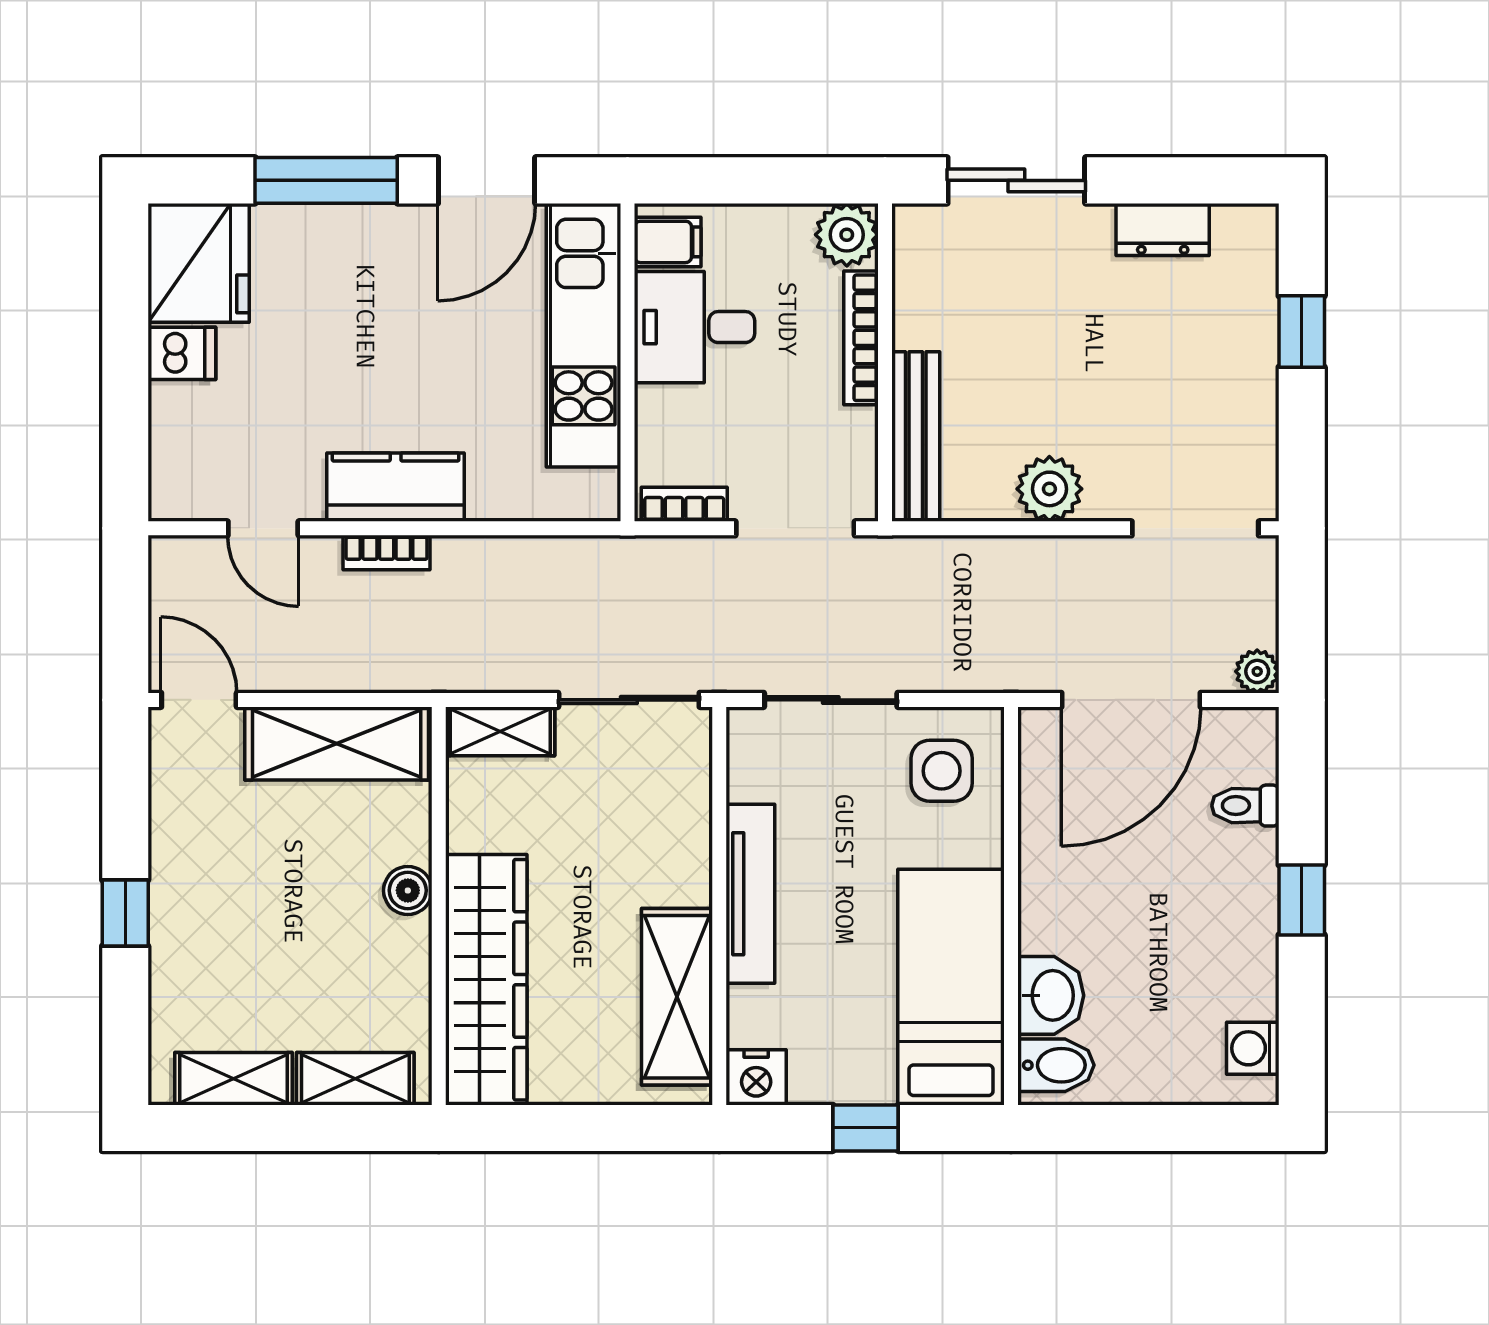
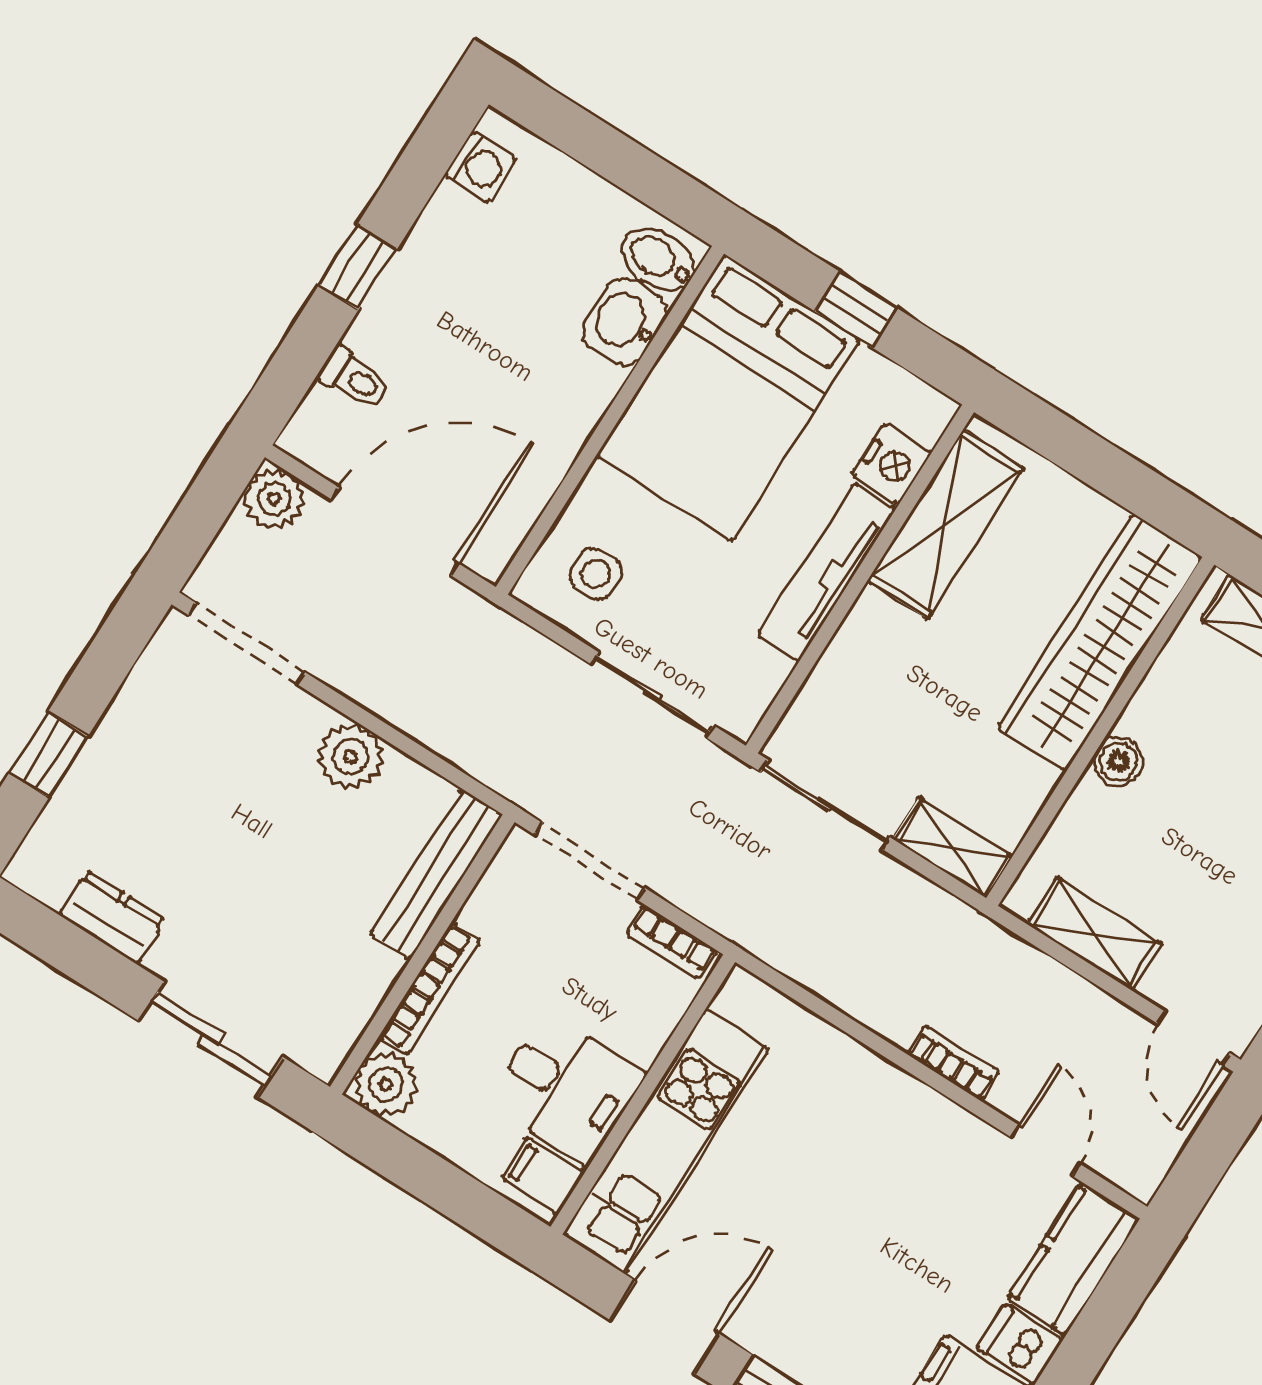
kitchen counter: (396, 487) -> (1073, 1259), moved, turned 90
plant: (1257, 671) -> (274, 499), width x1.38, depth x1.38
shelving: (337, 743) -> (1094, 934), width x0.67, depth x0.75
side table: (942, 771) -> (596, 574), width x0.73, depth x0.73
bed: (951, 987) -> (728, 398), width x1.50
nightstand: (756, 1077) -> (891, 464), moved, turned 90

